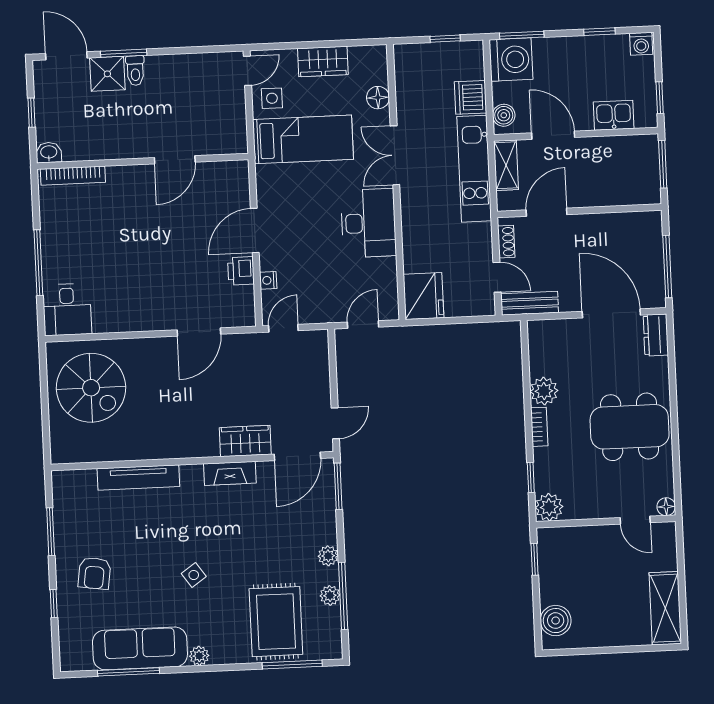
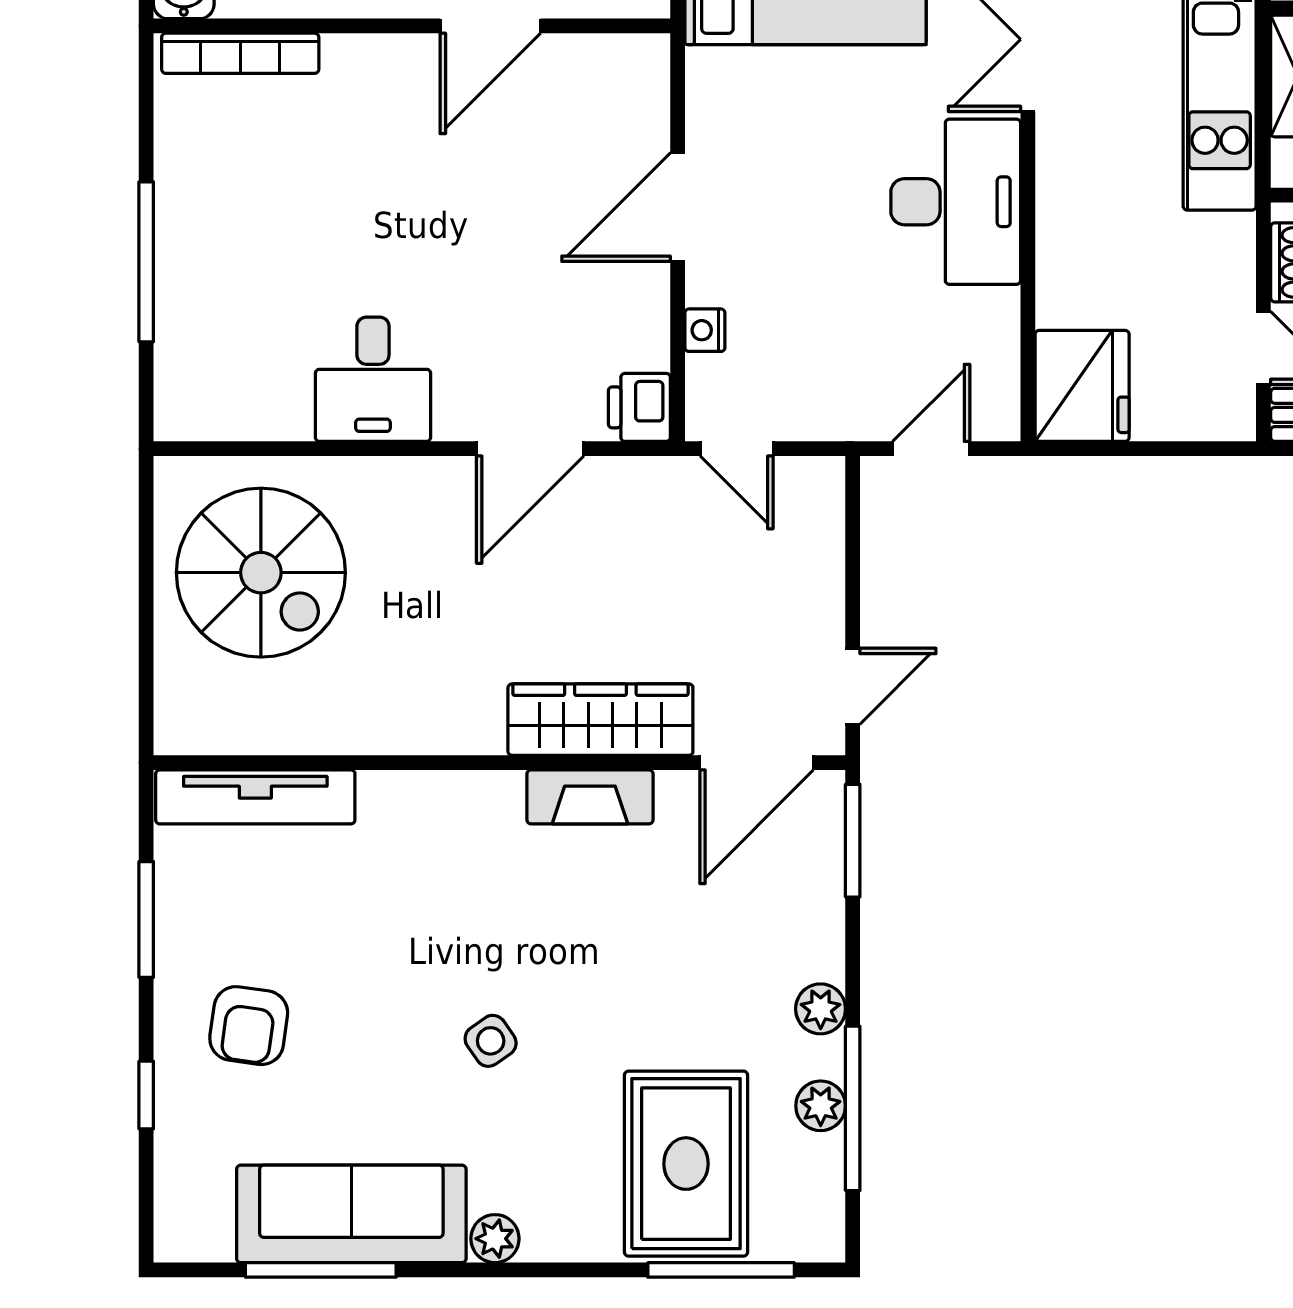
printer: (241, 271) -> (639, 407), moved
desk: (67, 310) -> (373, 379), moved
door: (283, 328) -> (737, 449), swing flipped
wardrobe: (245, 441) -> (600, 720), width x1.50
tv unit: (138, 478) -> (255, 797), moved

